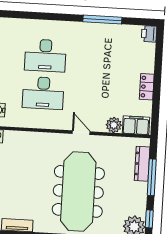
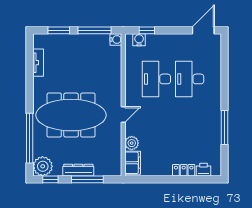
printer: (149, 34) -> (203, 170), moved
locker: (147, 87) -> (184, 170), moved
dresser: (142, 164) -> (78, 170), moved

